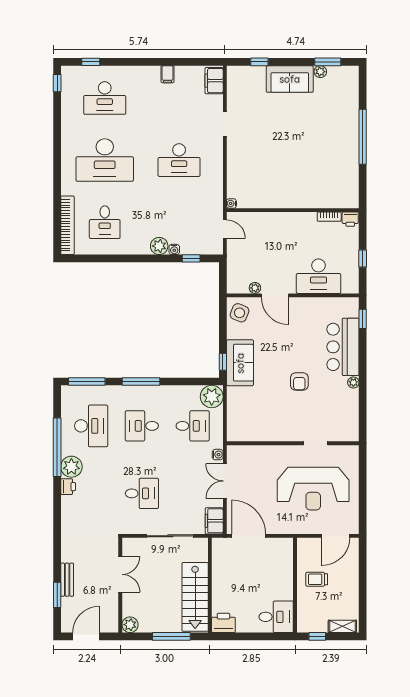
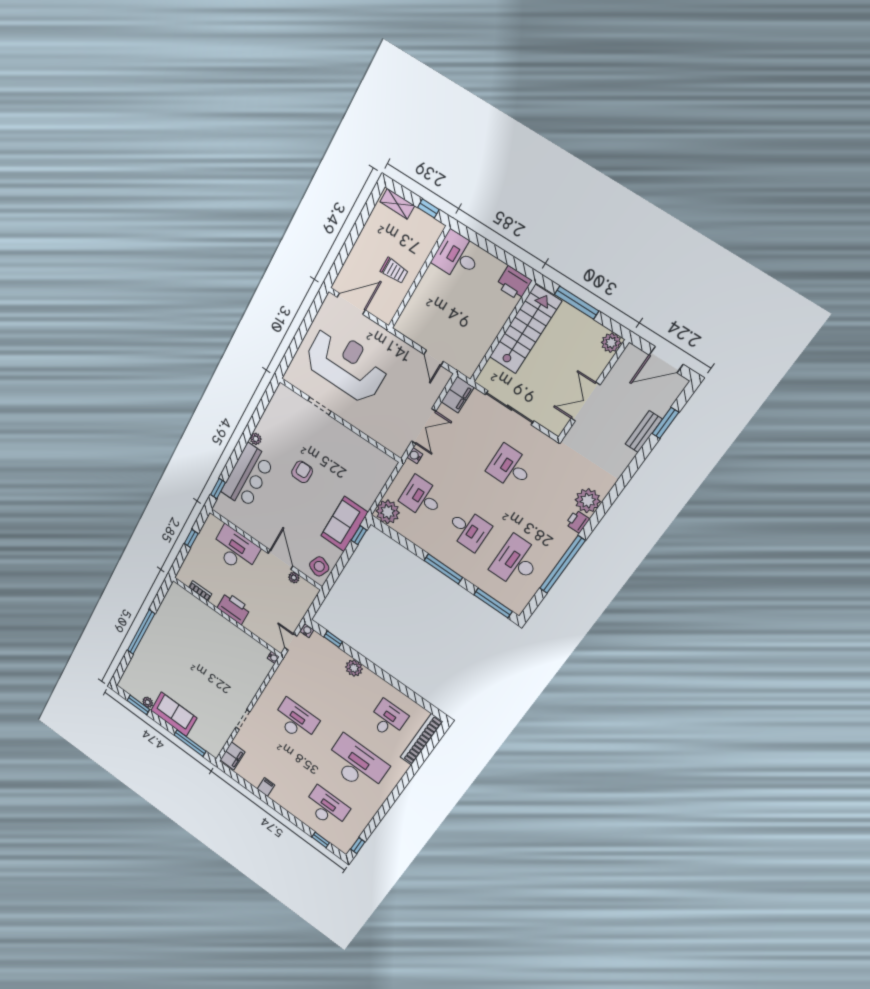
window: (259, 62) -> (190, 743), width x2.17
printer: (350, 219) -> (234, 608), moved, width x1.87, depth x1.48
water cooler: (174, 249) -> (307, 631), moved
plant: (71, 467) -> (588, 501), moved
door: (249, 536) -> (434, 358), width x0.53

